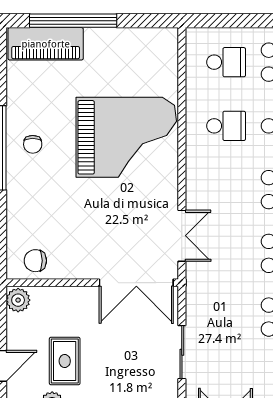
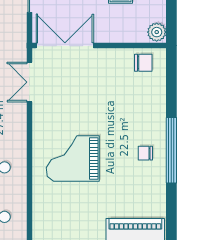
grand piano: (126, 137) -> (73, 158), width x0.73, depth x0.68
chair: (33, 144) -> (145, 153), turned -90

